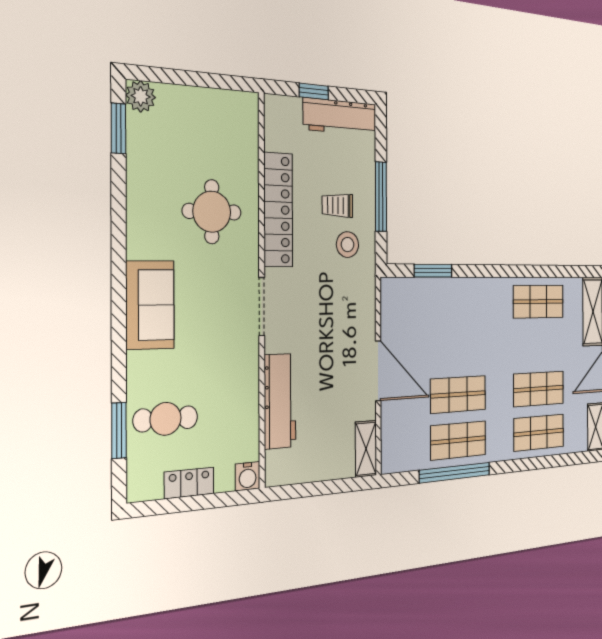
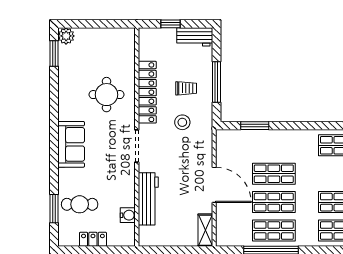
workbench: (340, 117) -> (195, 37), width x0.73
trolley: (337, 205) -> (186, 88), turned 180
stool: (348, 245) -> (182, 122), moved
shop shelf: (458, 349) -> (274, 174), added
water cooler: (248, 476) -> (128, 215), moved, turned -90

